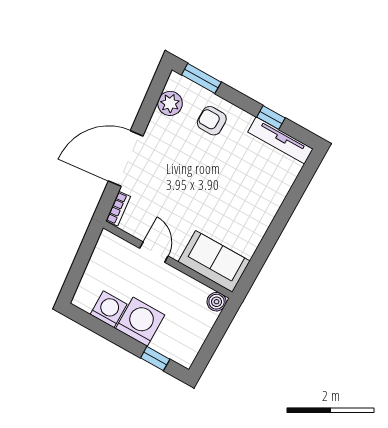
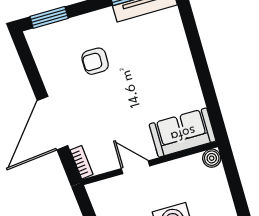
plant: (170, 103) -> (45, 56), removed
armchair: (212, 121) -> (95, 61), moved

